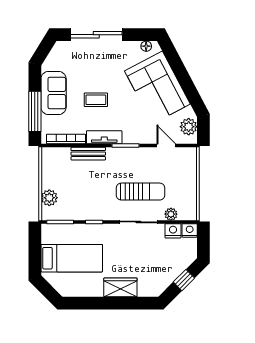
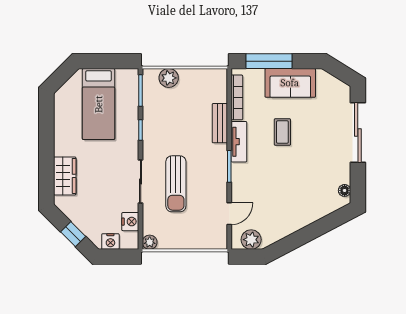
corner sofa: (157, 88) -> (297, 203), removed
plant: (171, 214) -> (150, 242), moved
nightstand: (190, 230) -> (110, 242), moved, turned 90
wardrobe: (120, 287) -> (65, 176), moved

